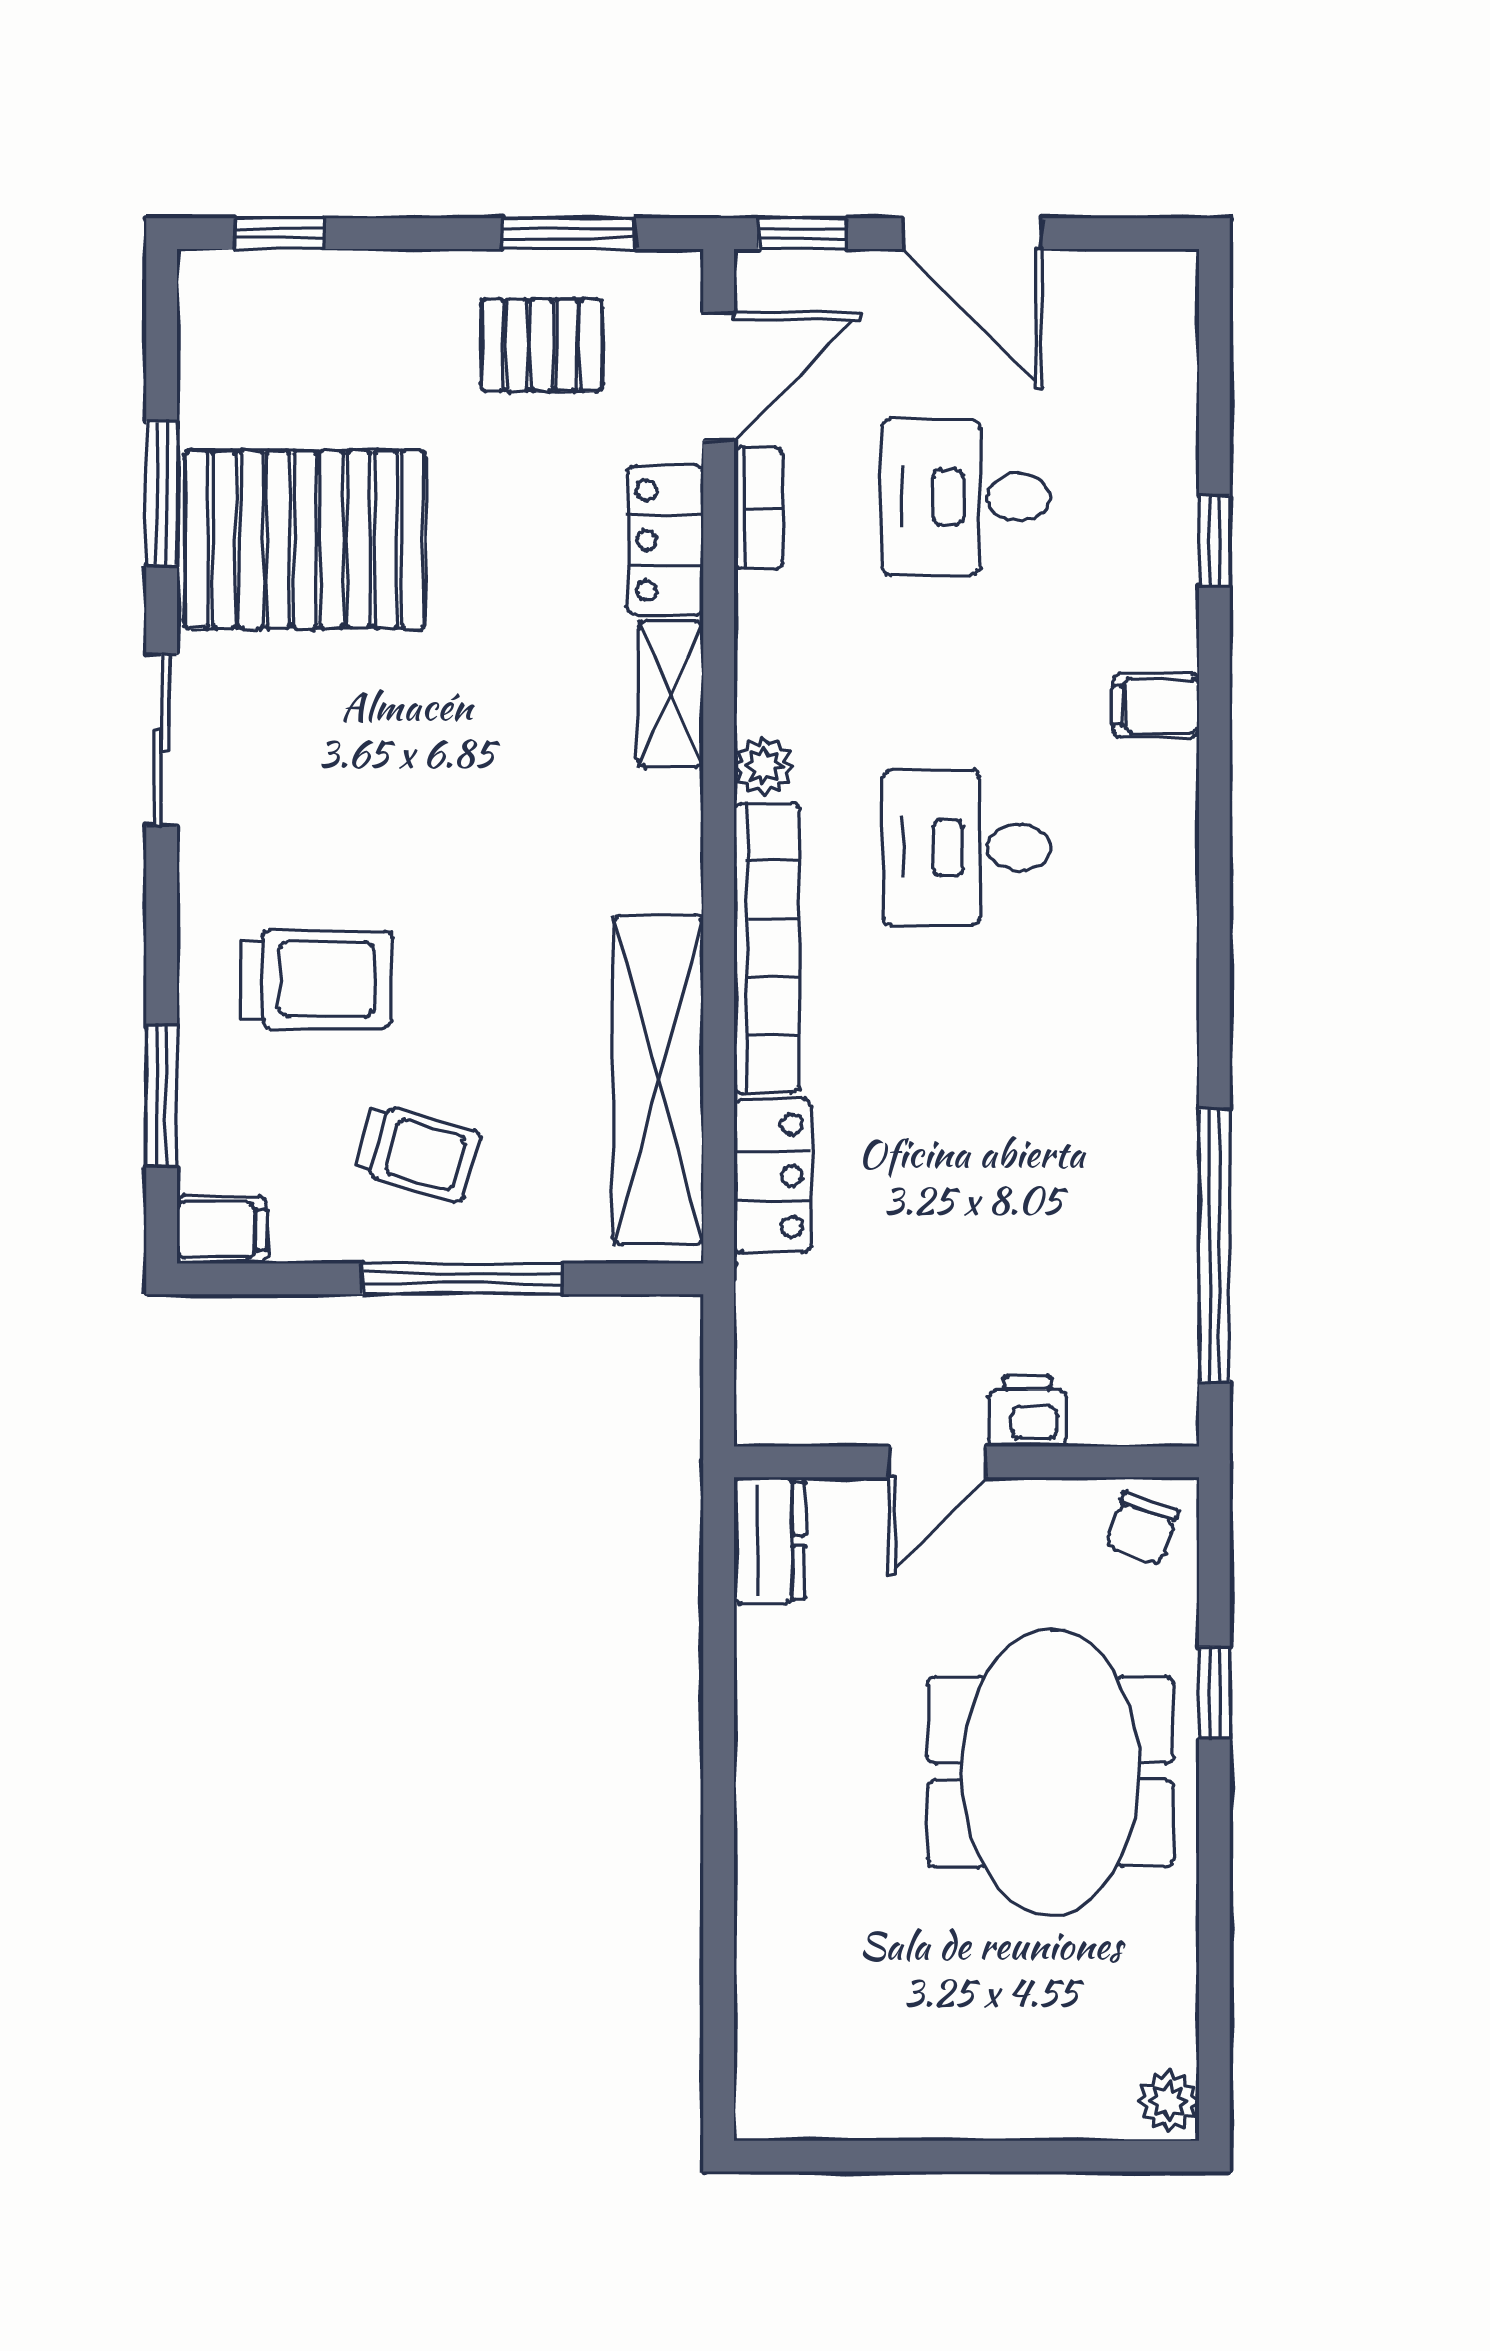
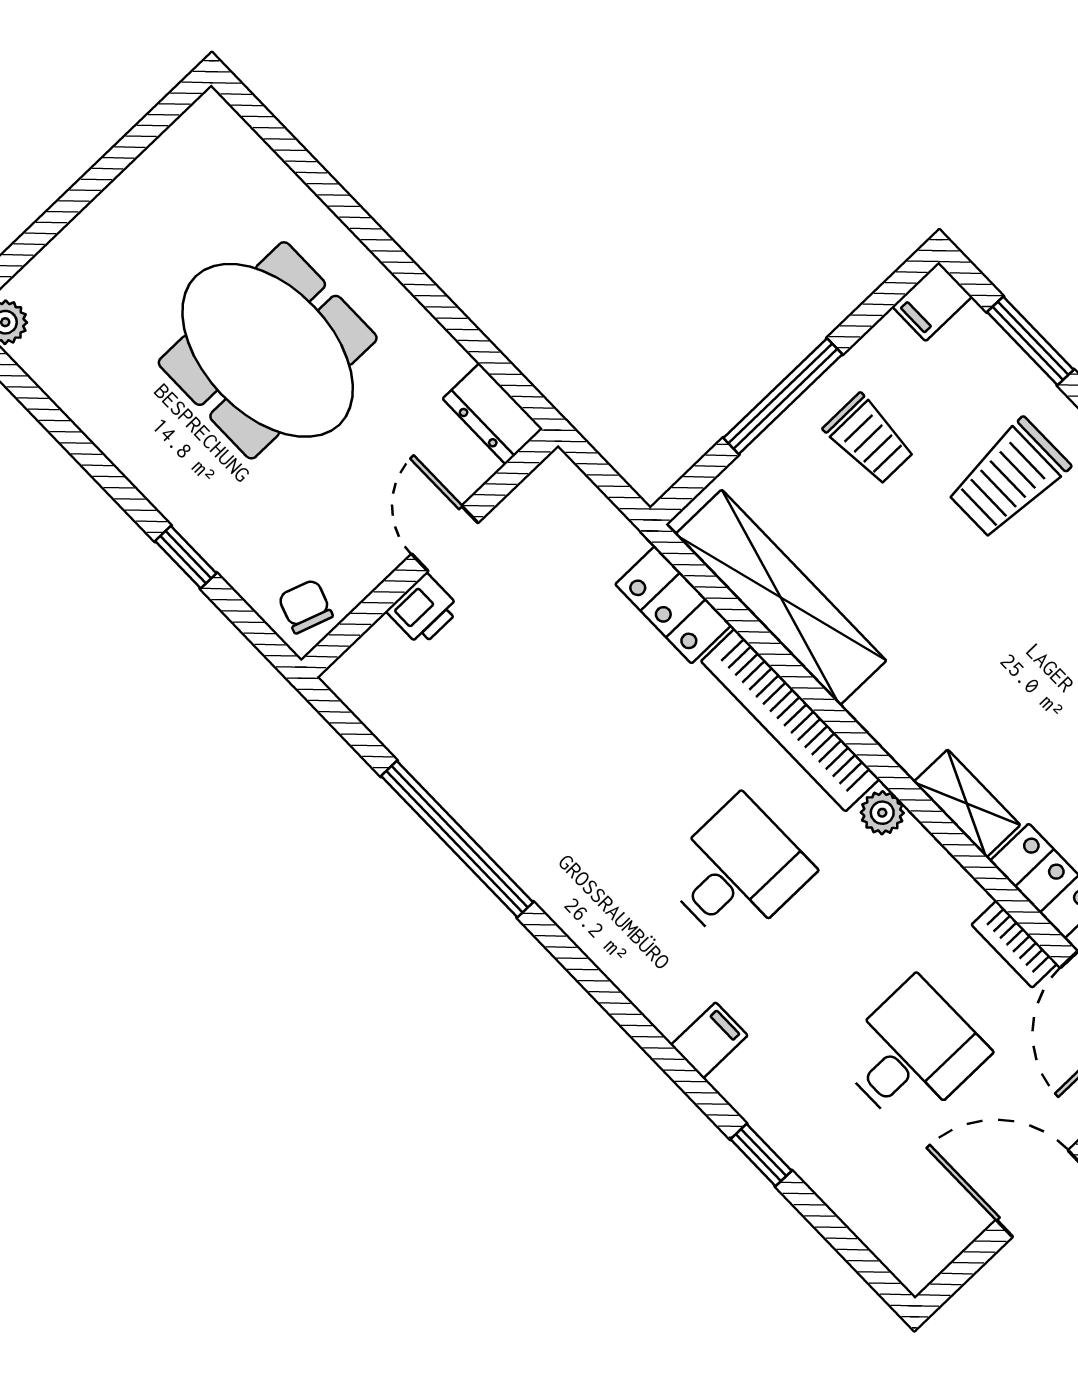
trolley: (418, 1153) -> (869, 439), turned -106
window: (1214, 1246) -> (457, 839), moved
meeting table: (1051, 1772) -> (268, 350), moved

